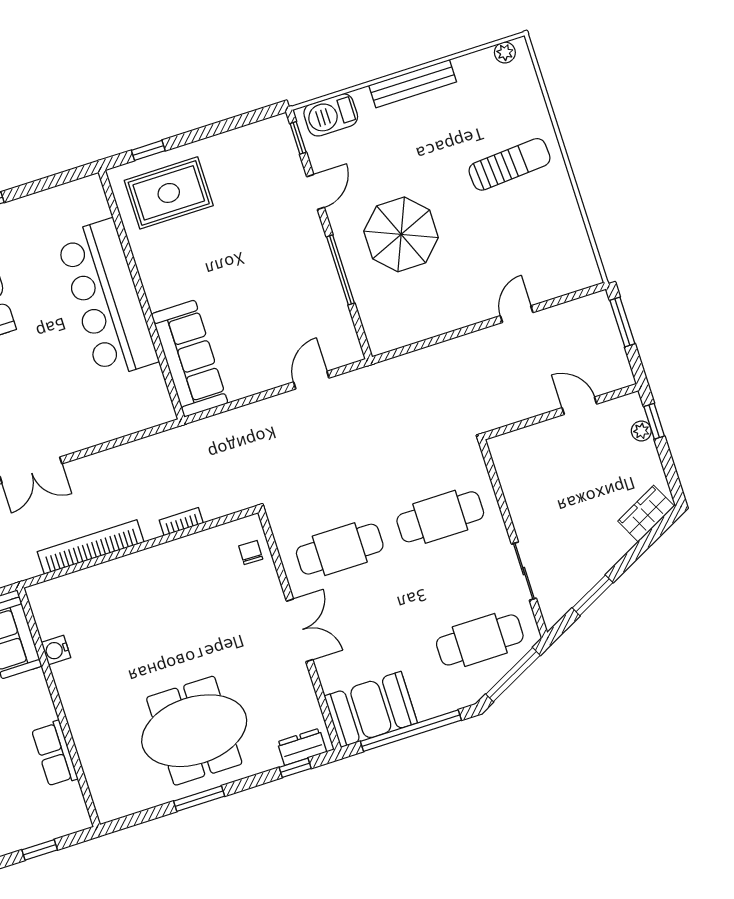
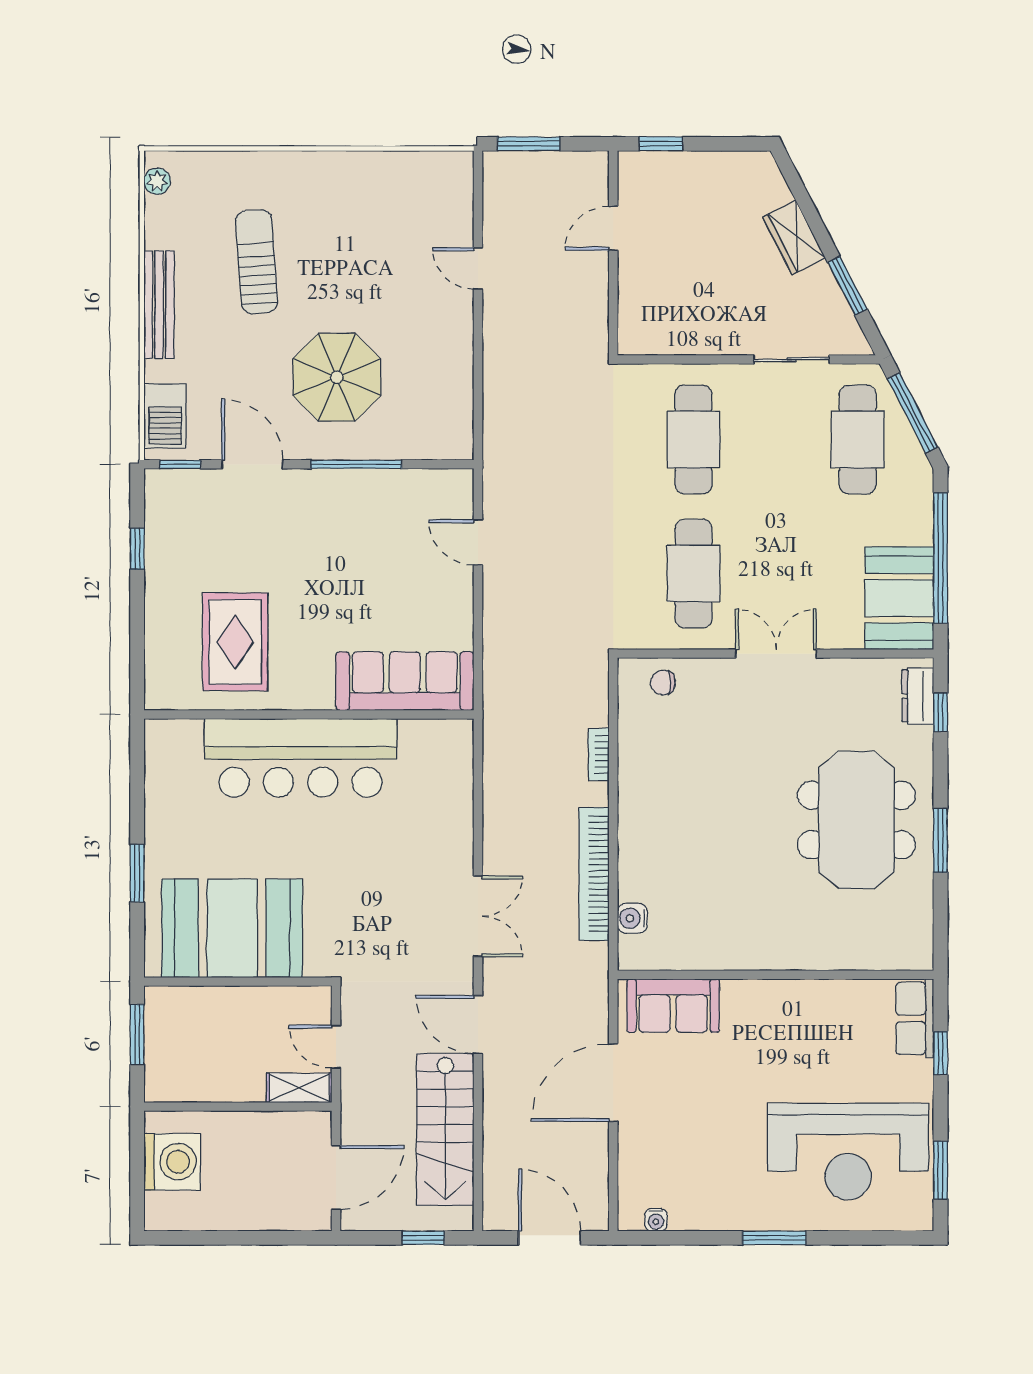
window: (148, 150) -> (137, 549), moved
sun lounger: (509, 164) -> (257, 262), moved
door: (315, 192) -> (252, 464), width x1.38
rug: (169, 193) -> (235, 642), moved
plant: (641, 431) -> (668, 163), removed
wardrobe: (646, 514) -> (794, 237), moved
water cooler: (56, 650) -> (632, 918), moved, turned 90
row of seats: (55, 754) -> (915, 1018), moved, turned 90

